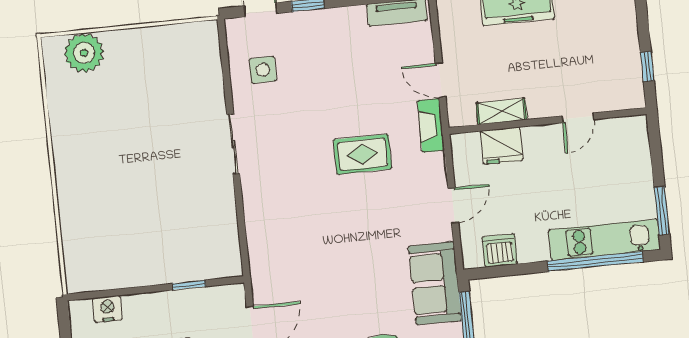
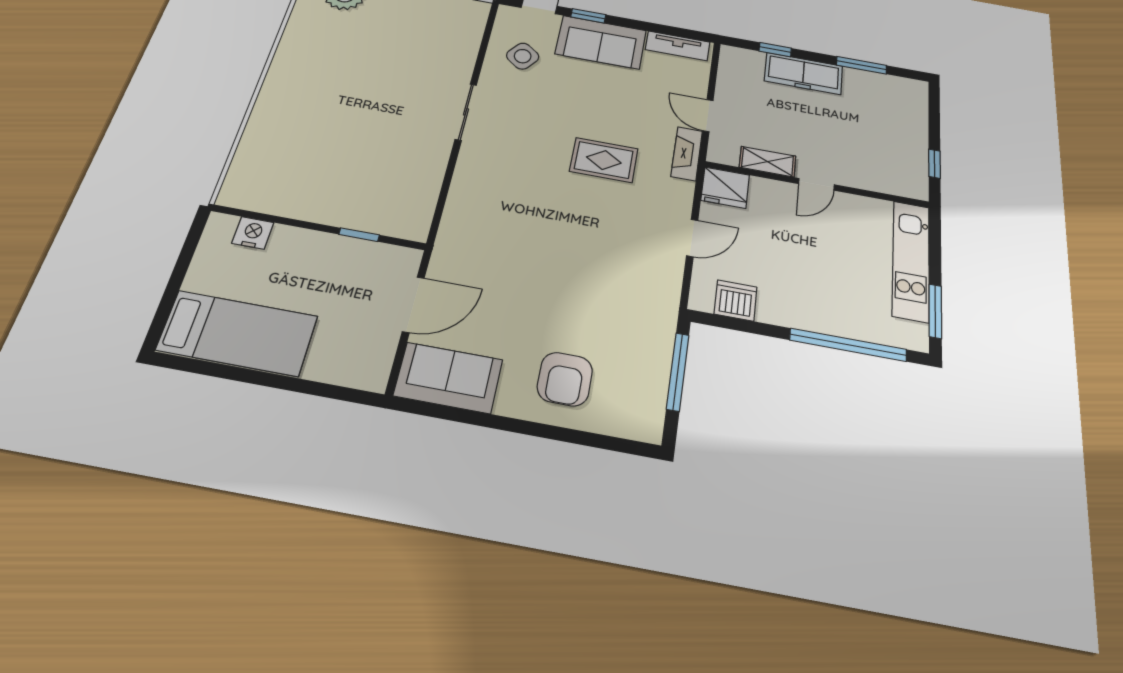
side table: (263, 70) -> (523, 56), turned 37
door: (578, 118) -> (816, 184), moved
fridge: (502, 146) -> (725, 188), moved
kitchen unit: (604, 240) -> (911, 260), moved, turned -90
sofa: (435, 283) -> (601, 42), moved, turned -90

